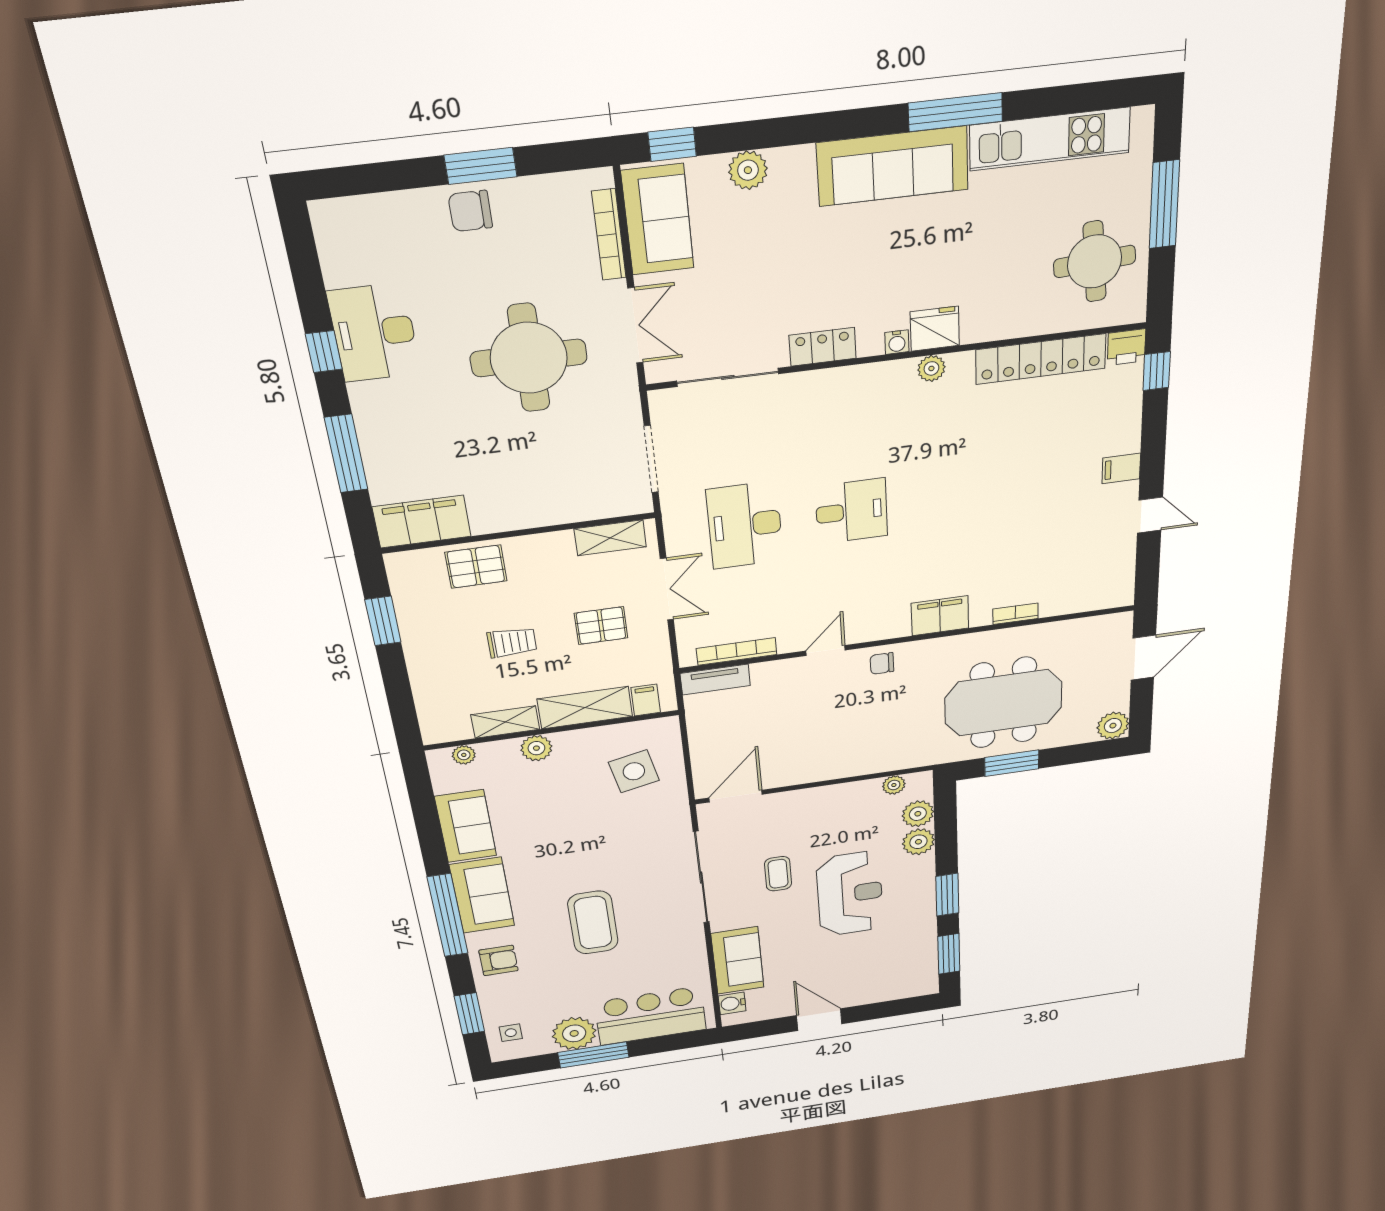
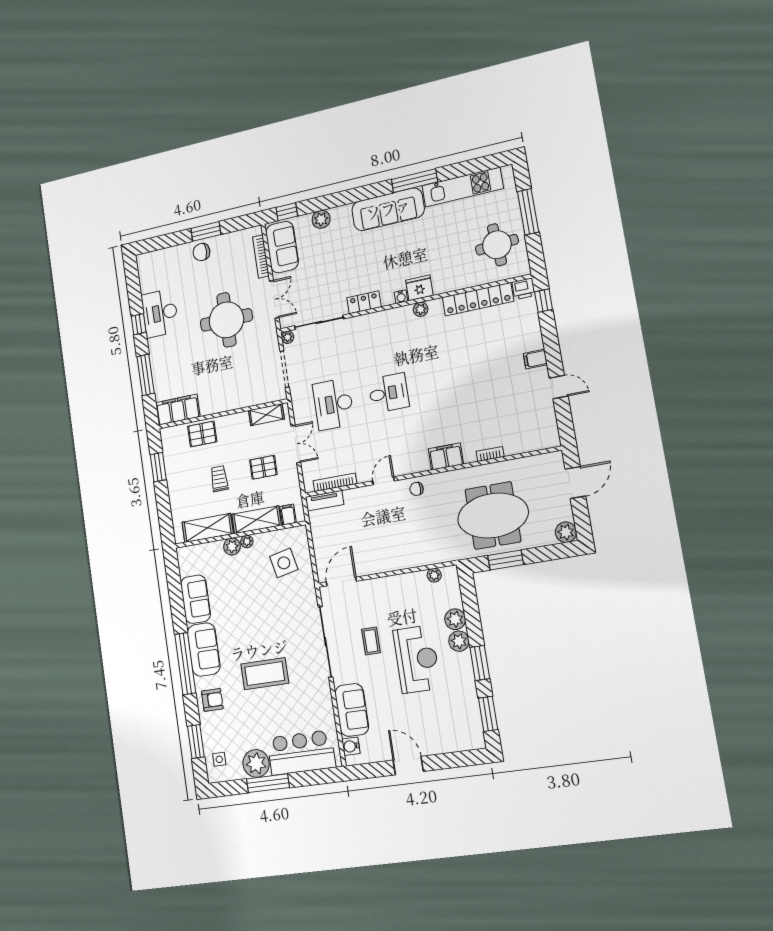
plant: (661, 401) -> (288, 337), added
trolley: (512, 642) -> (219, 479), turned -90
shelving: (505, 722) -> (208, 528), width x1.50, depth x1.33
plant: (464, 755) -> (247, 541), moved
plant: (918, 814) -> (459, 641), moved
coffee table: (593, 923) -> (265, 674), turned 90

